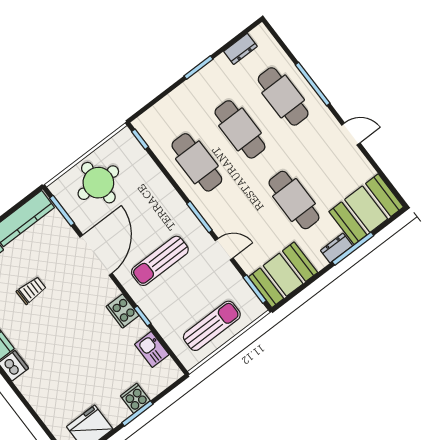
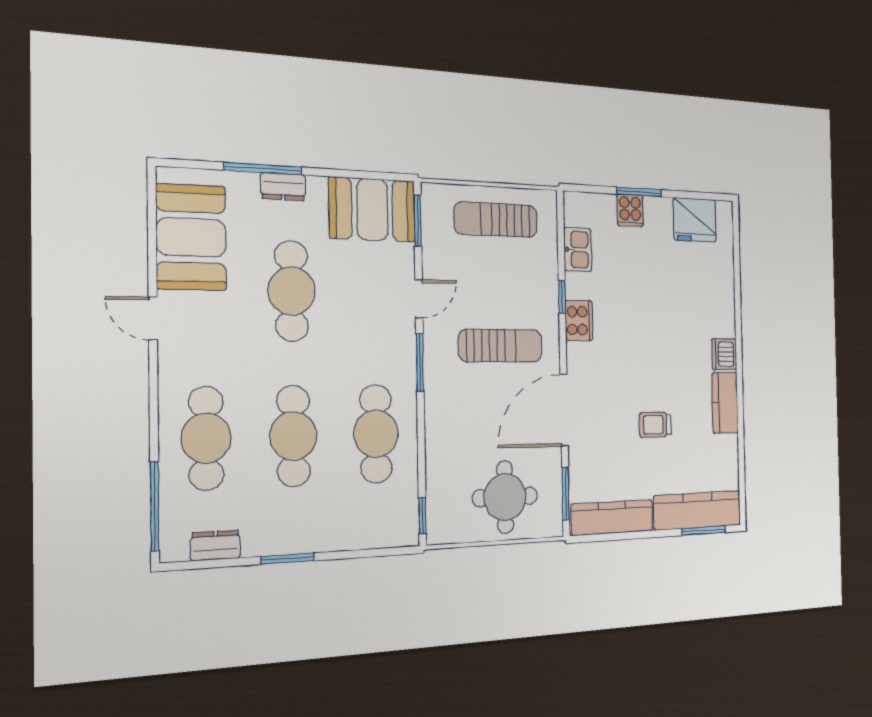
window: (313, 84) -> (155, 506), moved
booth: (366, 209) -> (191, 237), moved, turned 90
door: (224, 249) -> (419, 299), swing flipped

